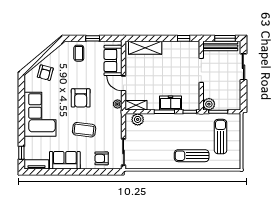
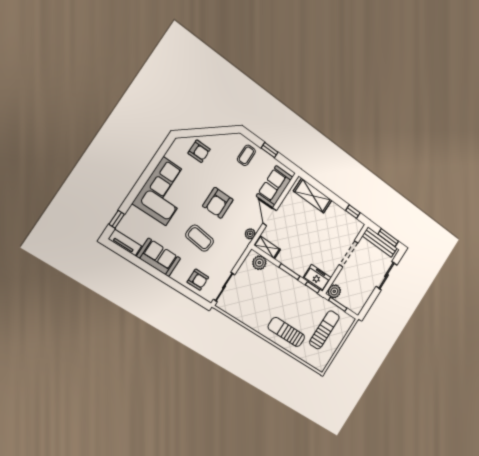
armchair: (45, 73) -> (199, 151), turned -105
freezer: (171, 103) -> (317, 278), moved
armchair: (102, 158) -> (198, 280), turned 180

